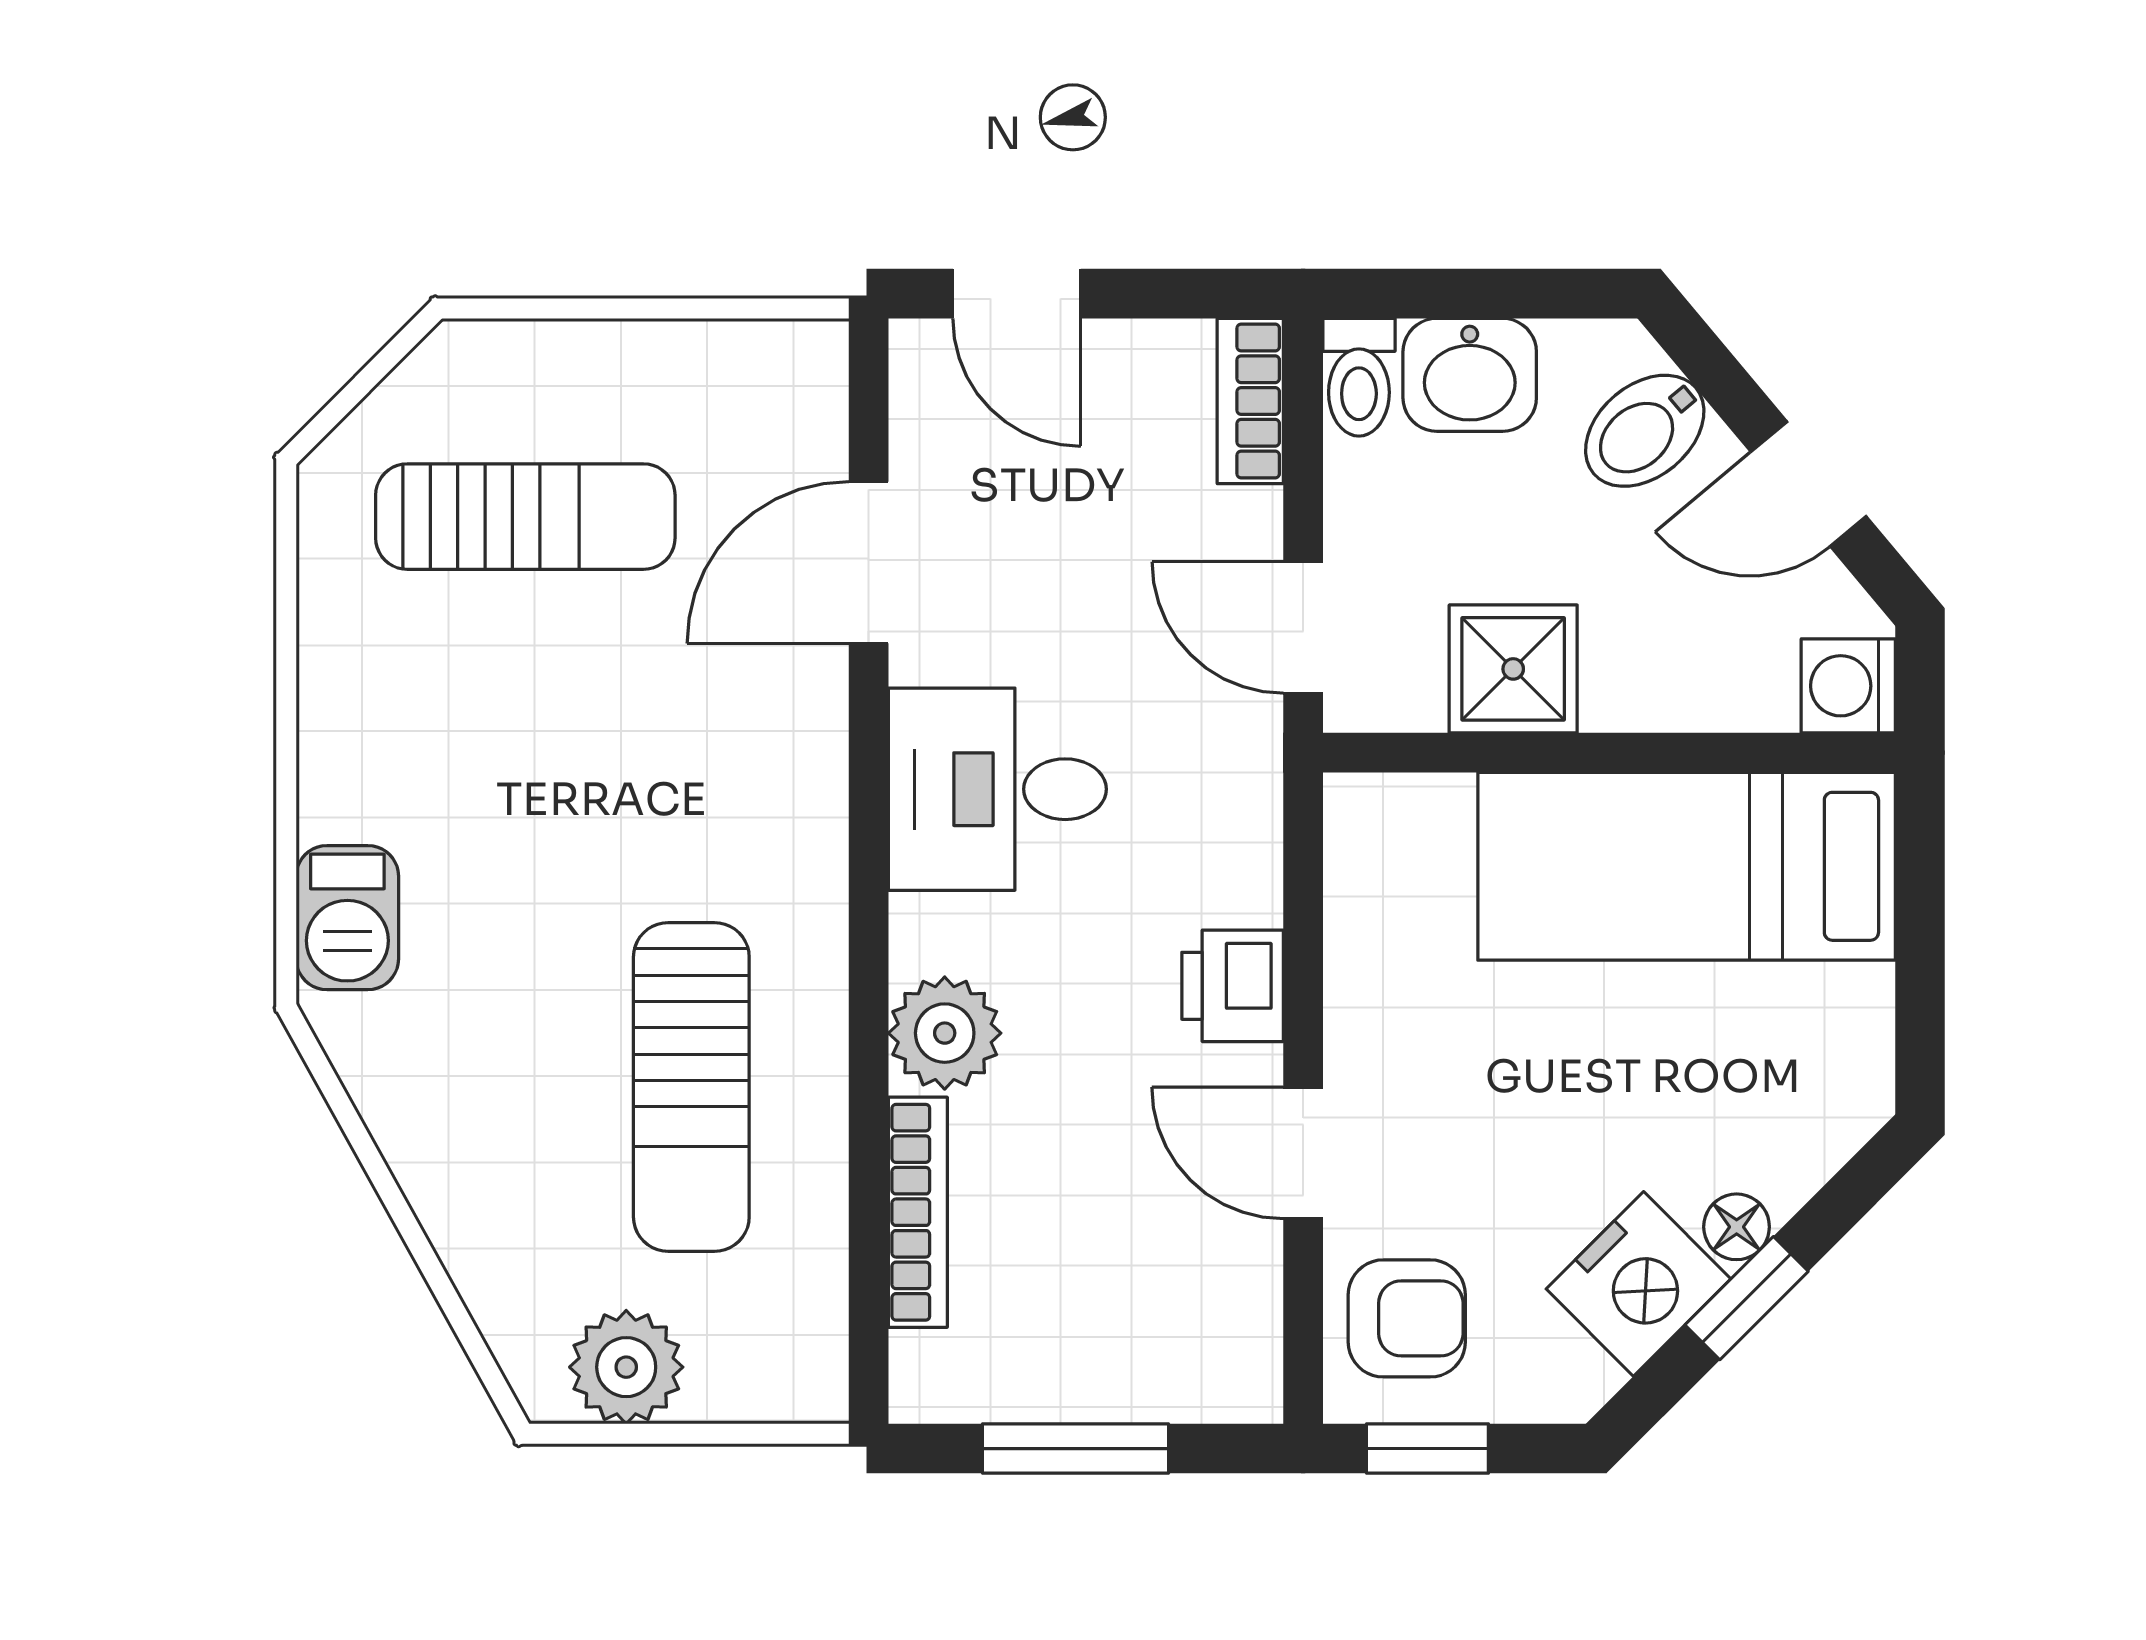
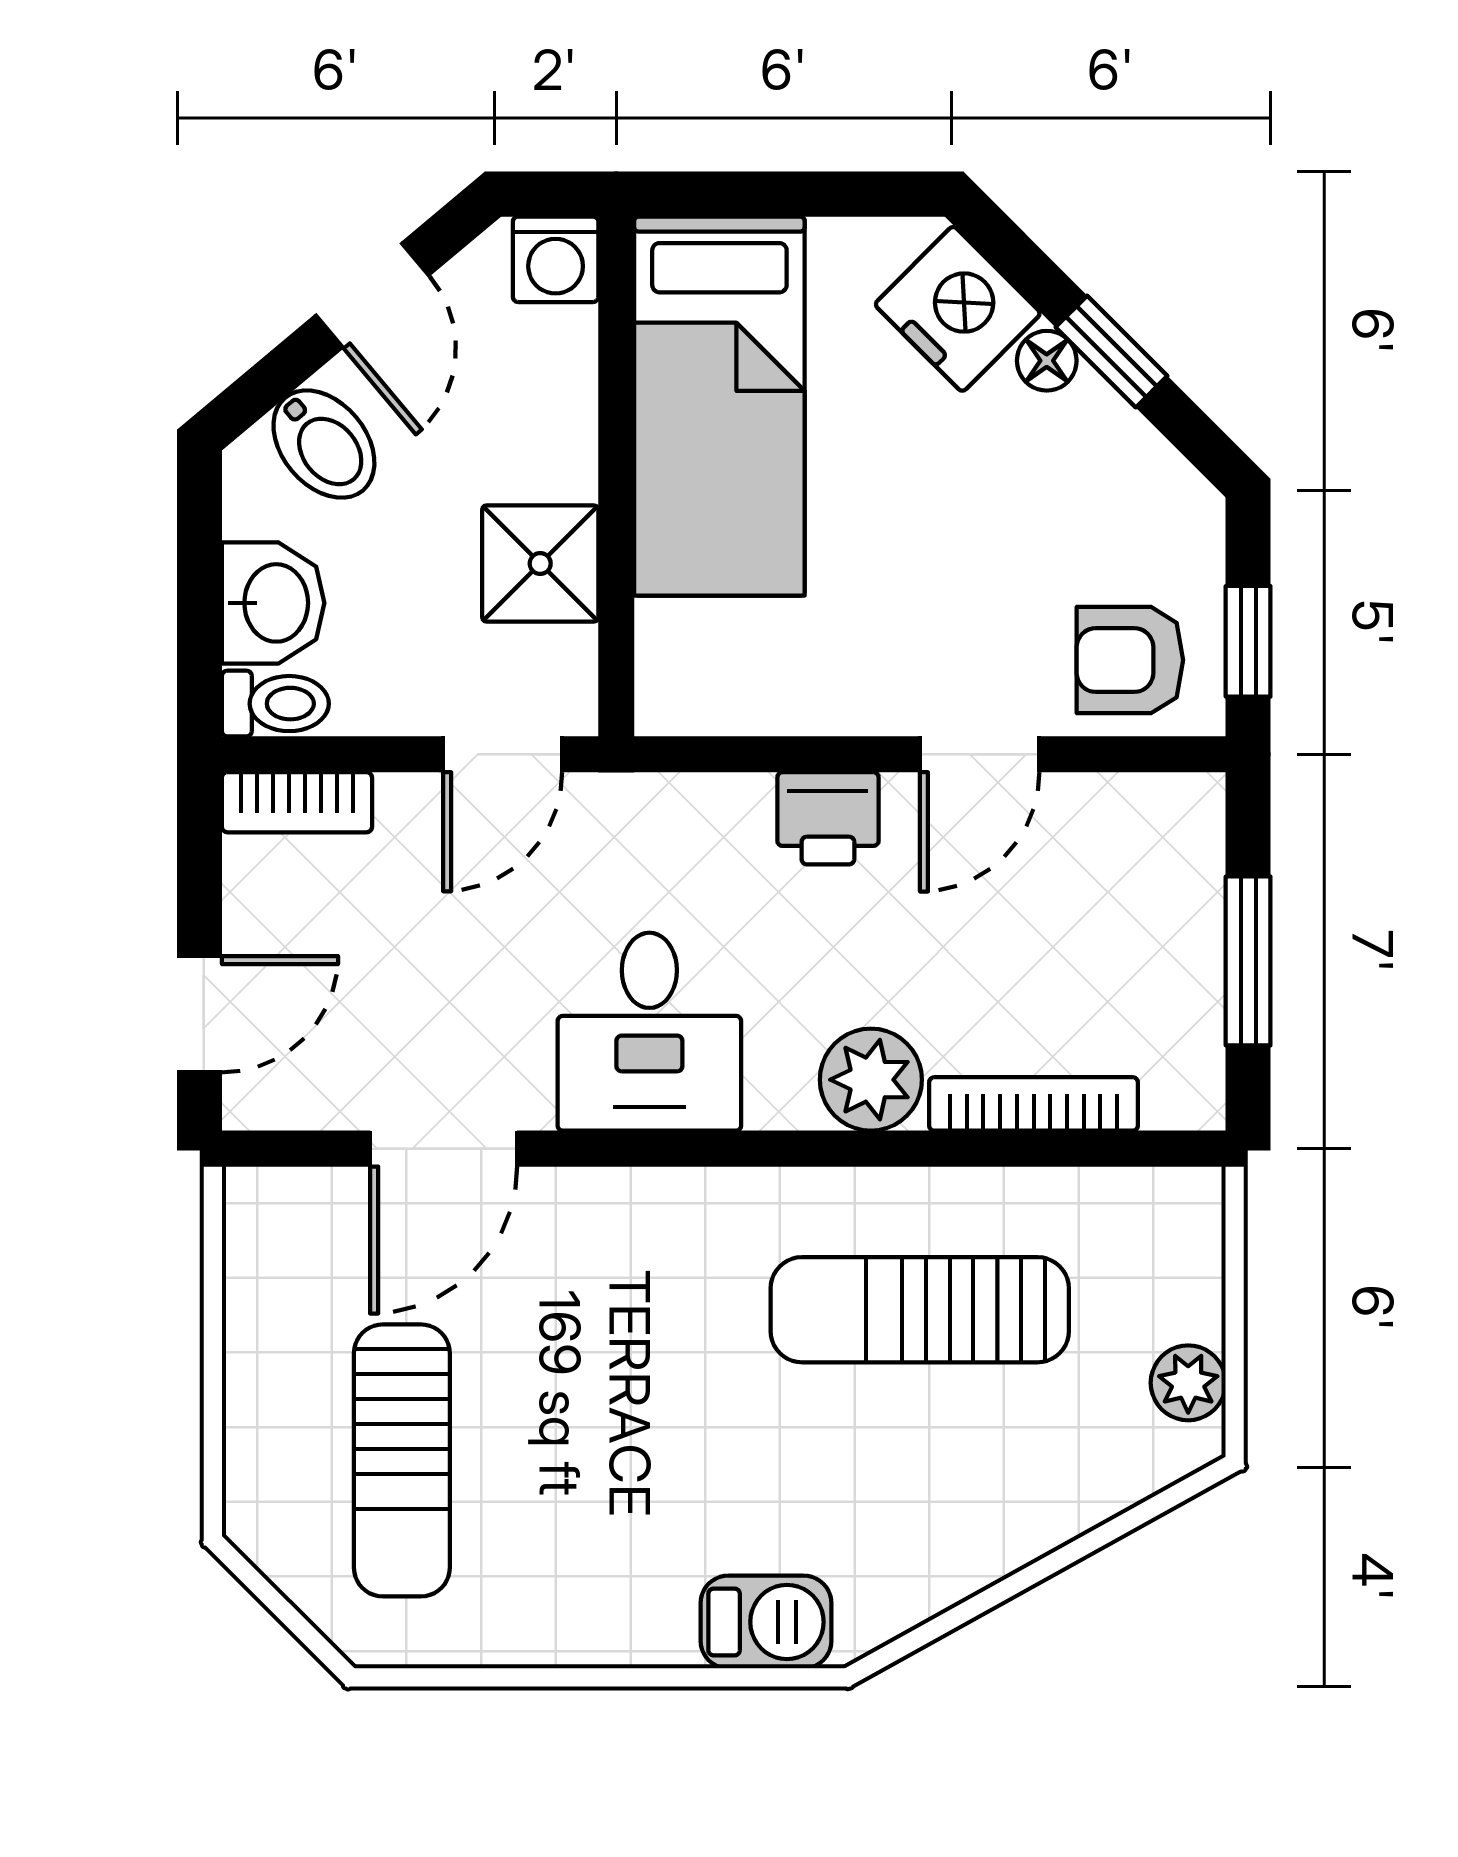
sun lounger: (525, 517) -> (402, 1460), turned 180
door: (869, 563) -> (444, 1149), hinge flipped
sun lounger: (691, 1087) -> (920, 1310), turned 180
nightstand: (1638, 1284) -> (958, 309), moved
armchair: (1407, 1318) -> (1130, 660), turned -90
plant: (626, 1367) -> (1188, 1383), width x0.73, depth x0.73

